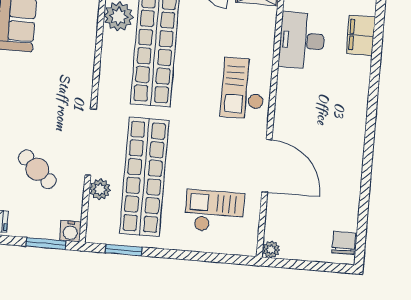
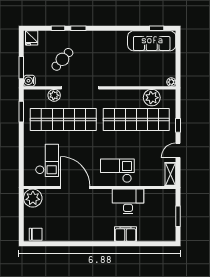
filing cabinet: (361, 35) -> (126, 234), moved
desk: (302, 41) -> (128, 201), moved
door: (267, 166) -> (75, 188), swing flipped
plant: (271, 249) -> (33, 198), width x1.88, depth x1.88

